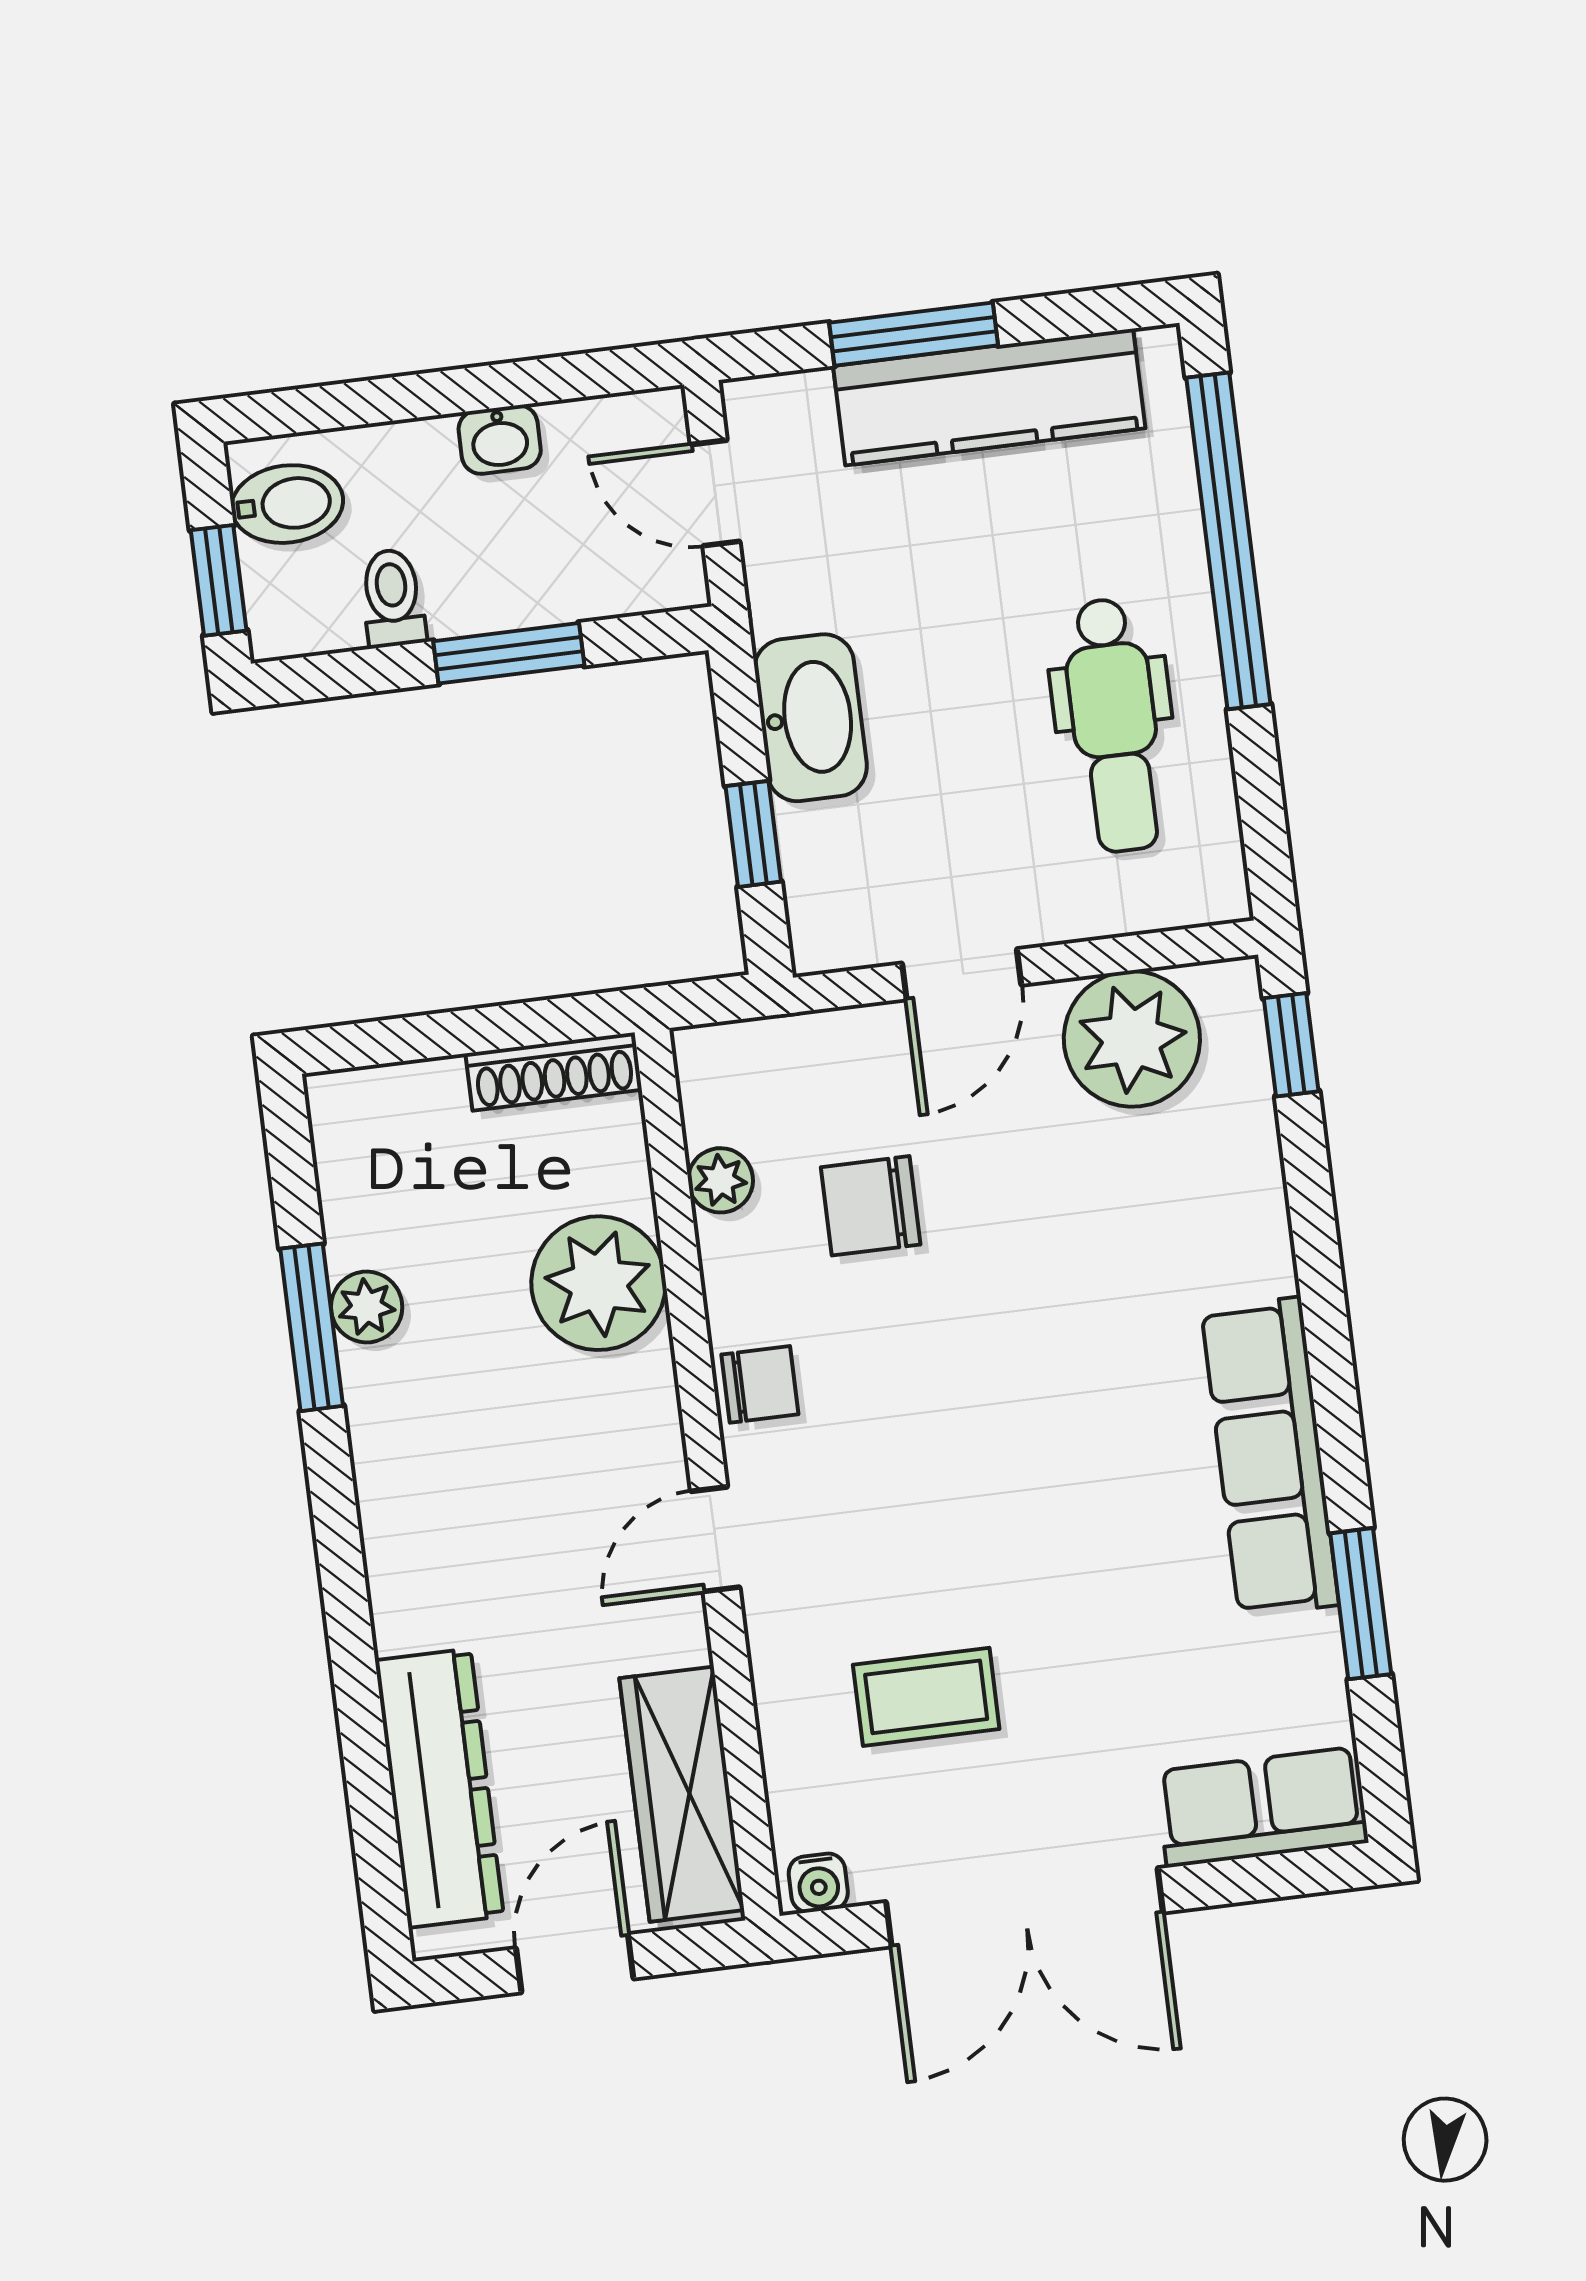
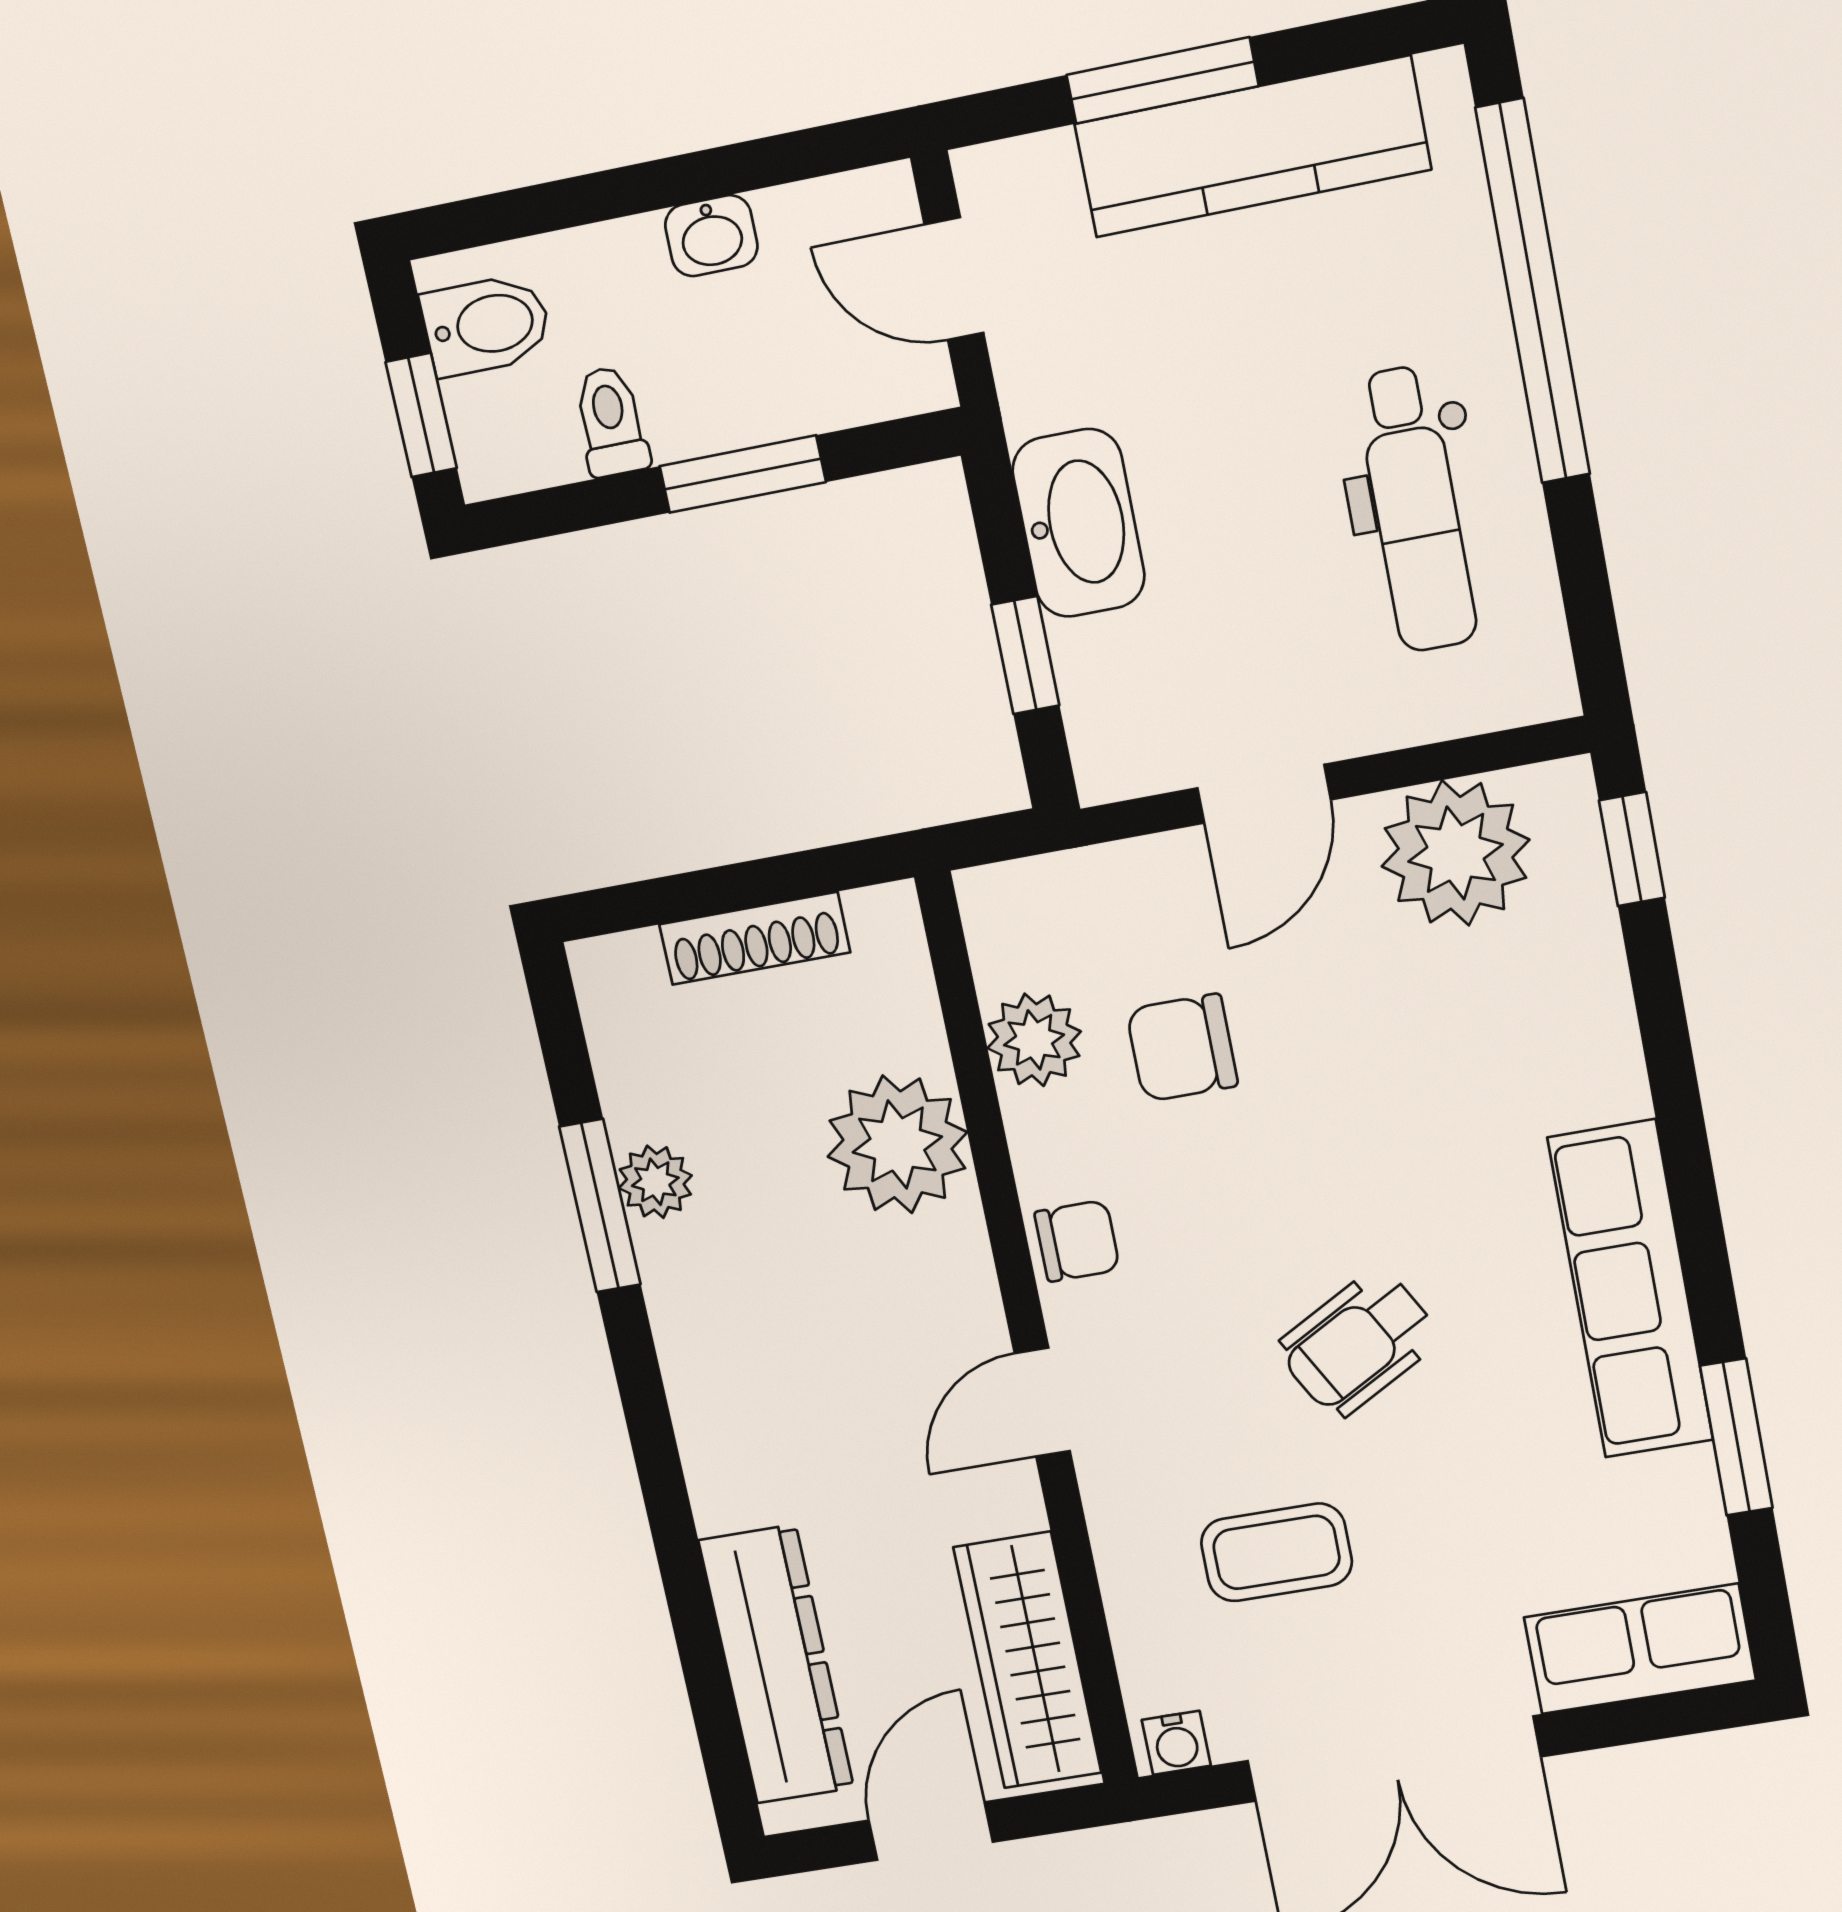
shoe rack: (554, 1072) -> (755, 938), moved
plant: (721, 1180) -> (1034, 1040), width x1.38, depth x1.38
wheelchair: (1016, 1496) -> (1358, 1343), added

